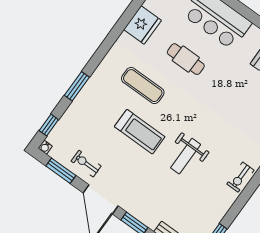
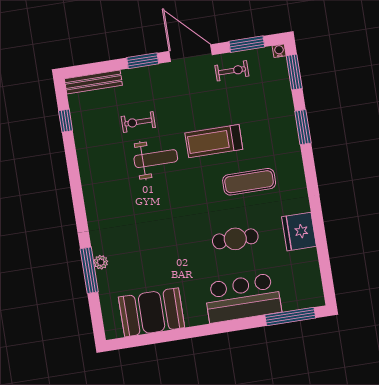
window: (49, 125) -> (294, 72), width x1.50
weight bench: (186, 156) -> (156, 159), turned 90
exercise bike: (240, 177) -> (138, 122), moved, turned -90

